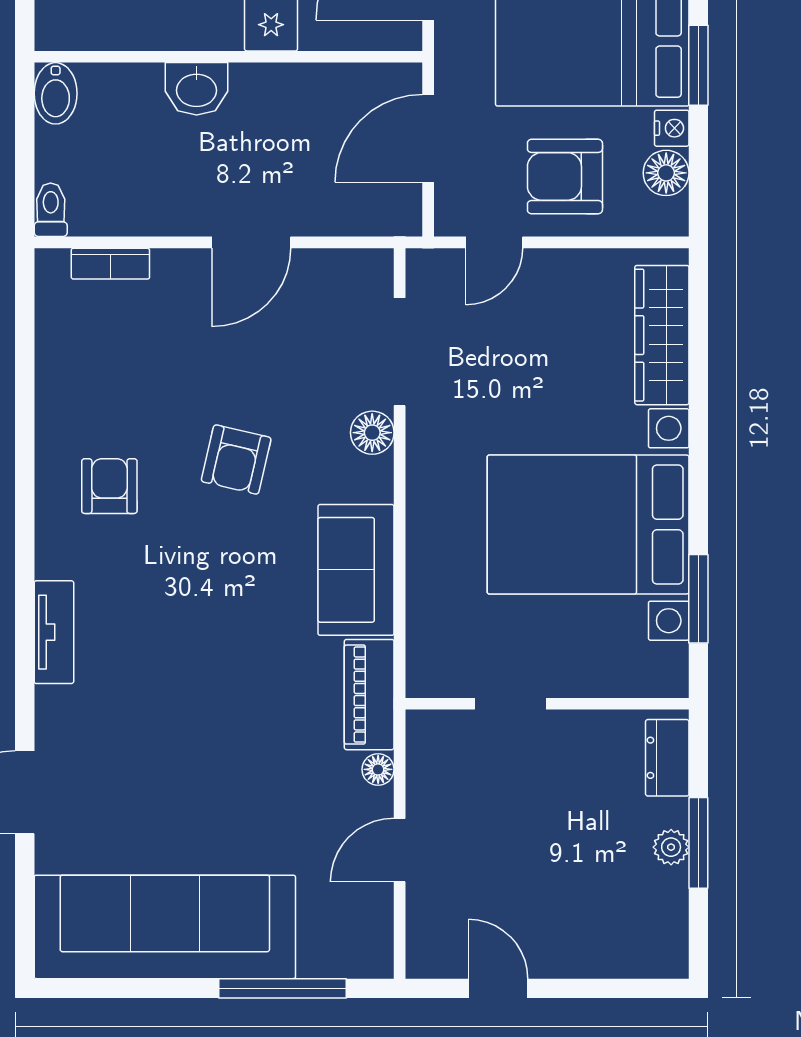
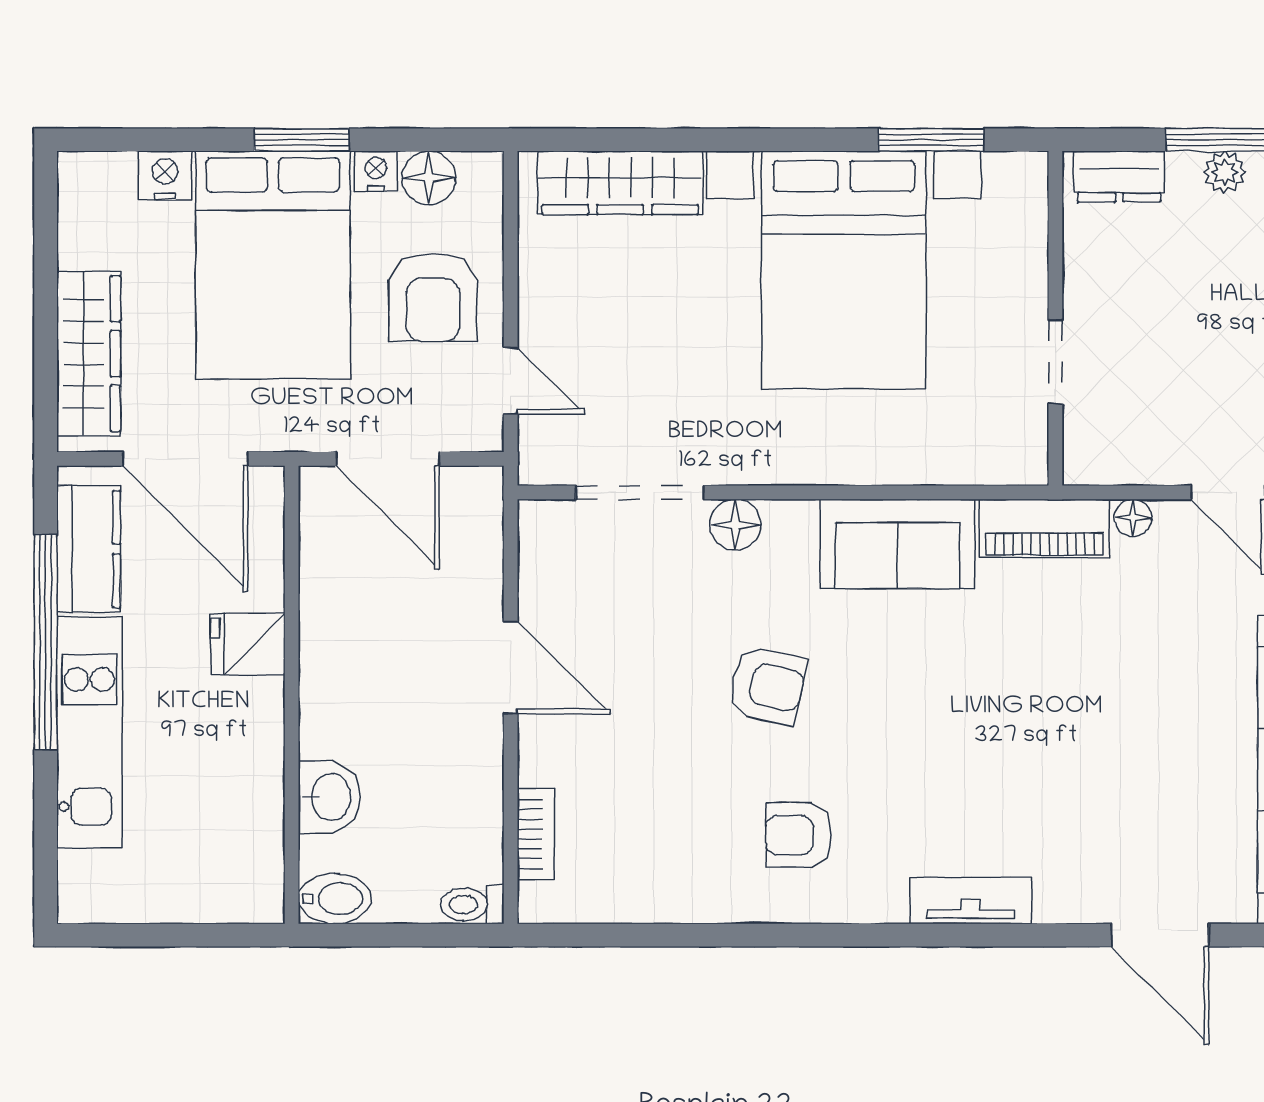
washbasin: (197, 89) -> (329, 797), moved

